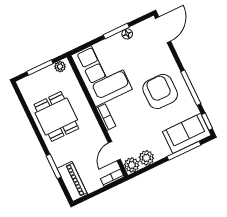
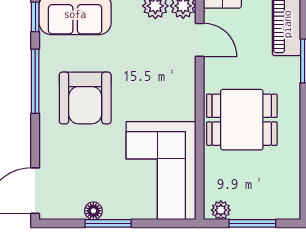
dining table: (56, 116) -> (242, 120), moved, turned 90
bookcase: (106, 117) -> (187, 98), removed
door: (114, 151) -> (200, 40), hinge flipped

